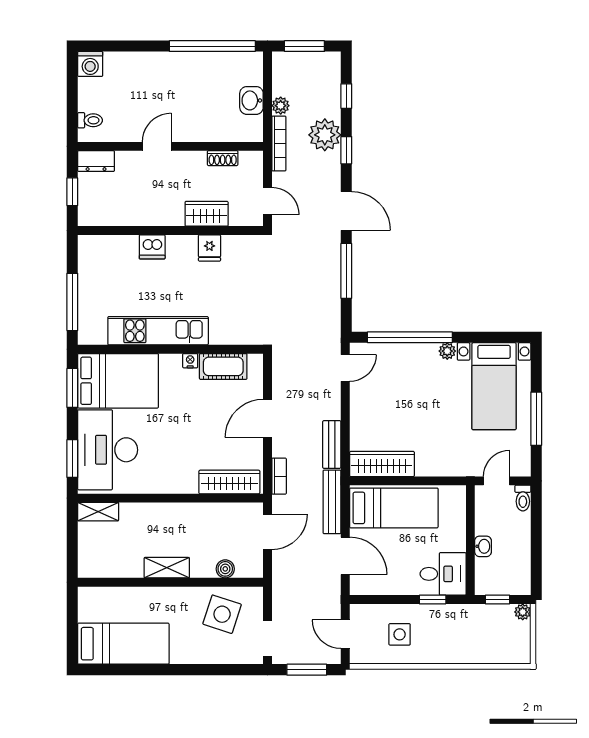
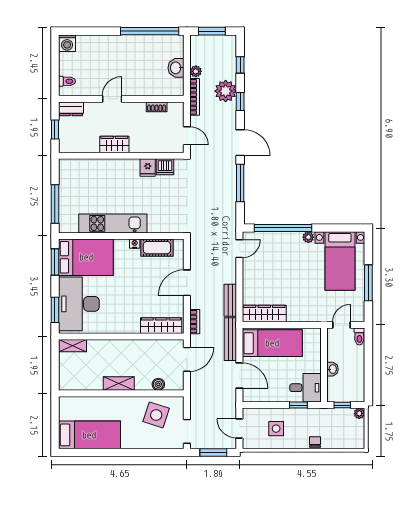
wardrobe: (207, 214) -> (114, 144), moved
dishwasher: (152, 247) -> (165, 167), moved
chair: (457, 654) -> (315, 442), added

